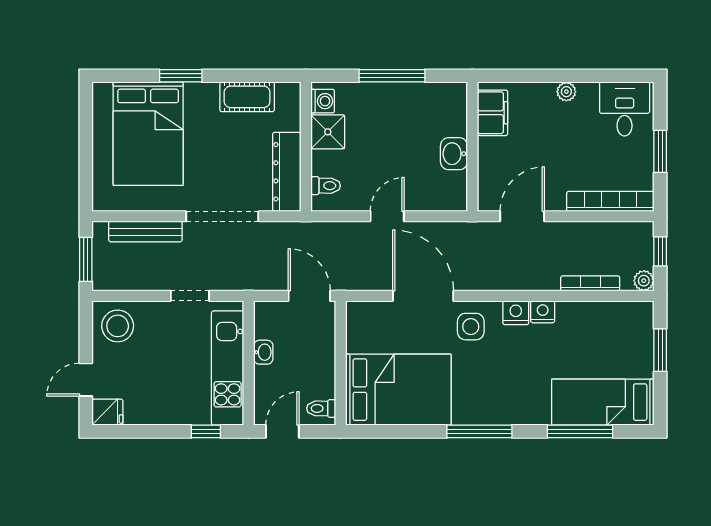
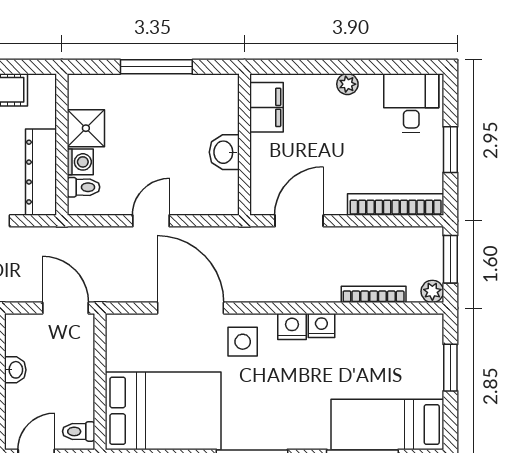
washing machine: (323, 101) -> (80, 162), moved
window: (660, 251) -> (450, 259), width x1.50

